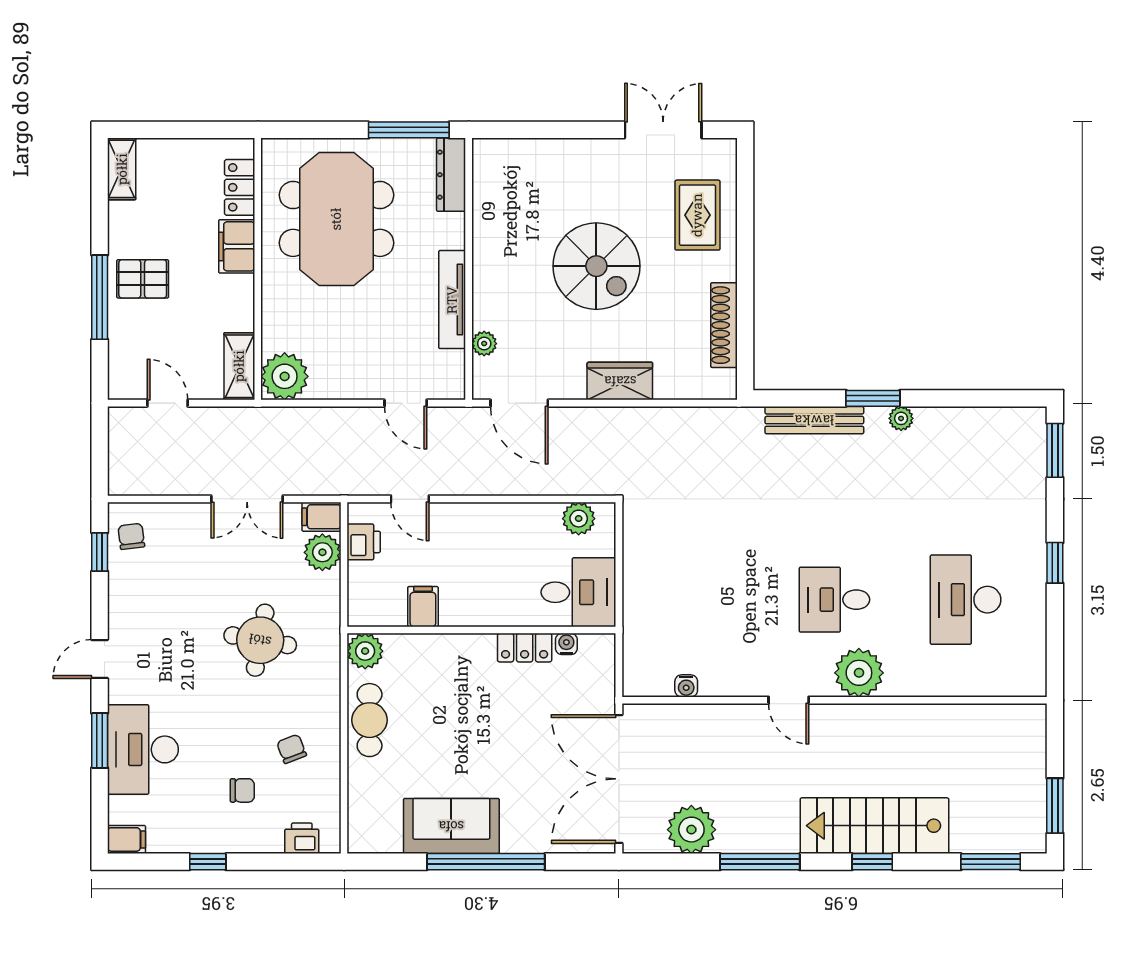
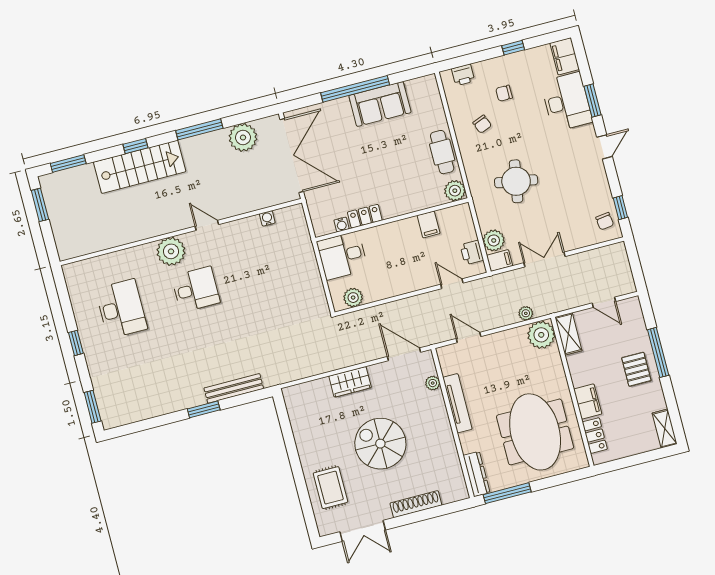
pallet: (143, 279) -> (636, 369), turned 90
shoe rack: (724, 325) -> (416, 504), moved, turned -90
plant: (901, 418) -> (526, 313), moved
filing cabinet: (127, 839) -> (565, 56), width x2.00

